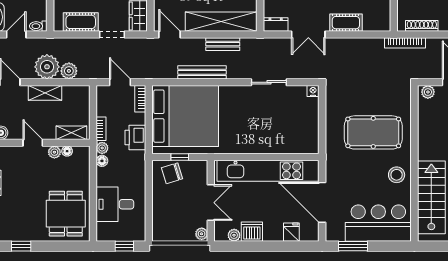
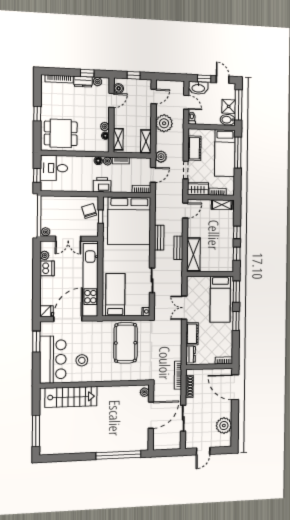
shelving: (221, 22) -> (193, 255), width x0.68
dresser: (276, 24) -> (191, 354), moved
plant: (69, 71) -> (161, 157), moved
bench: (202, 72) -> (159, 238), width x0.73
shelving: (45, 93) -> (146, 141), moved
pool table: (373, 132) -> (126, 343), moved
bed: (289, 135) -> (115, 295), added
printer: (135, 138) -> (102, 185), moved
door: (33, 143) -> (111, 100), moved
stool: (397, 175) -> (82, 360), moved
desk: (115, 204) -> (54, 168), moved, turned -90
fridge: (291, 232) -> (47, 311), moved
window: (21, 246) -> (37, 114), moved

